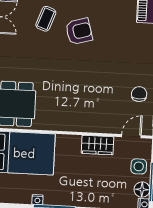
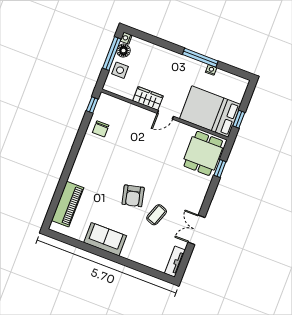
armchair: (79, 31) -> (133, 196), turned -87
door: (131, 136) -> (165, 115), moved

